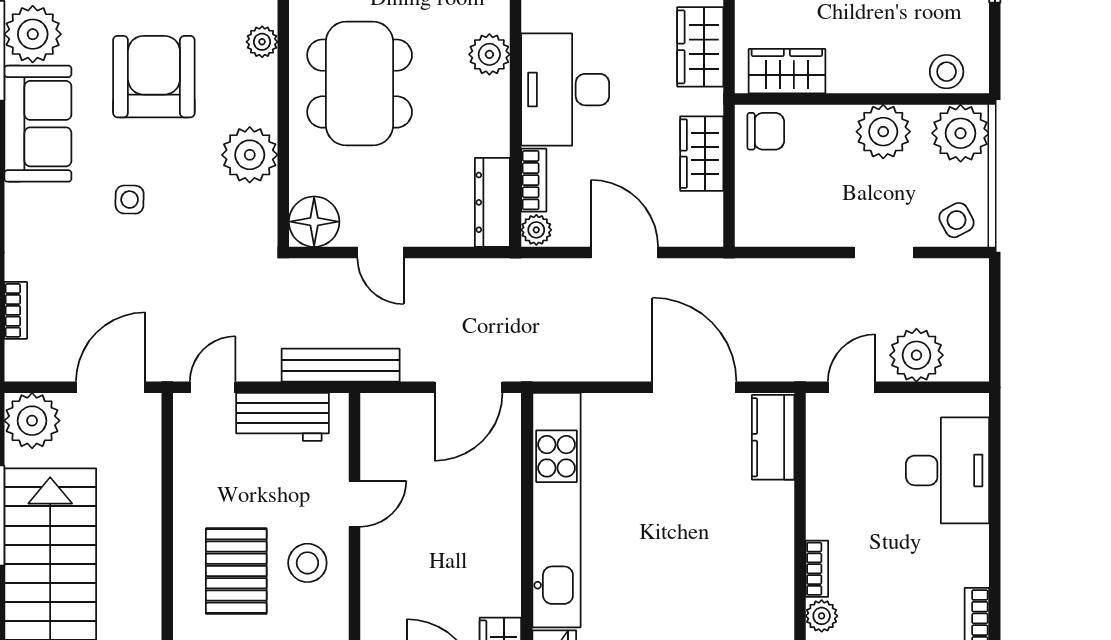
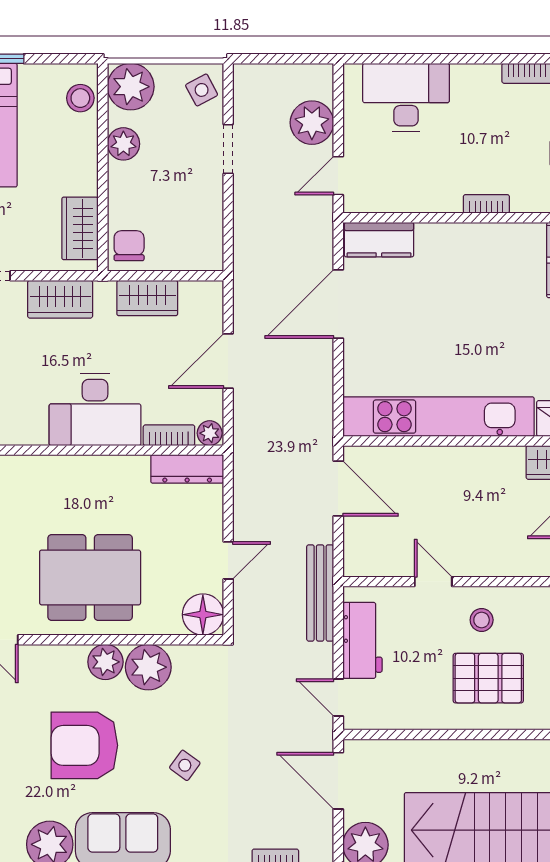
plant: (262, 42) -> (105, 662), moved, width x1.38, depth x1.38
plant: (489, 54) -> (66, 471), removed
plant: (883, 132) -> (123, 144), width x0.73, depth x0.73
side table: (130, 200) -> (185, 765), turned 35
door: (852, 387) -> (338, 176), hinge flipped
stool: (307, 563) -> (482, 620), width x0.73, depth x0.73
plant: (822, 616) -> (525, 200), removed

